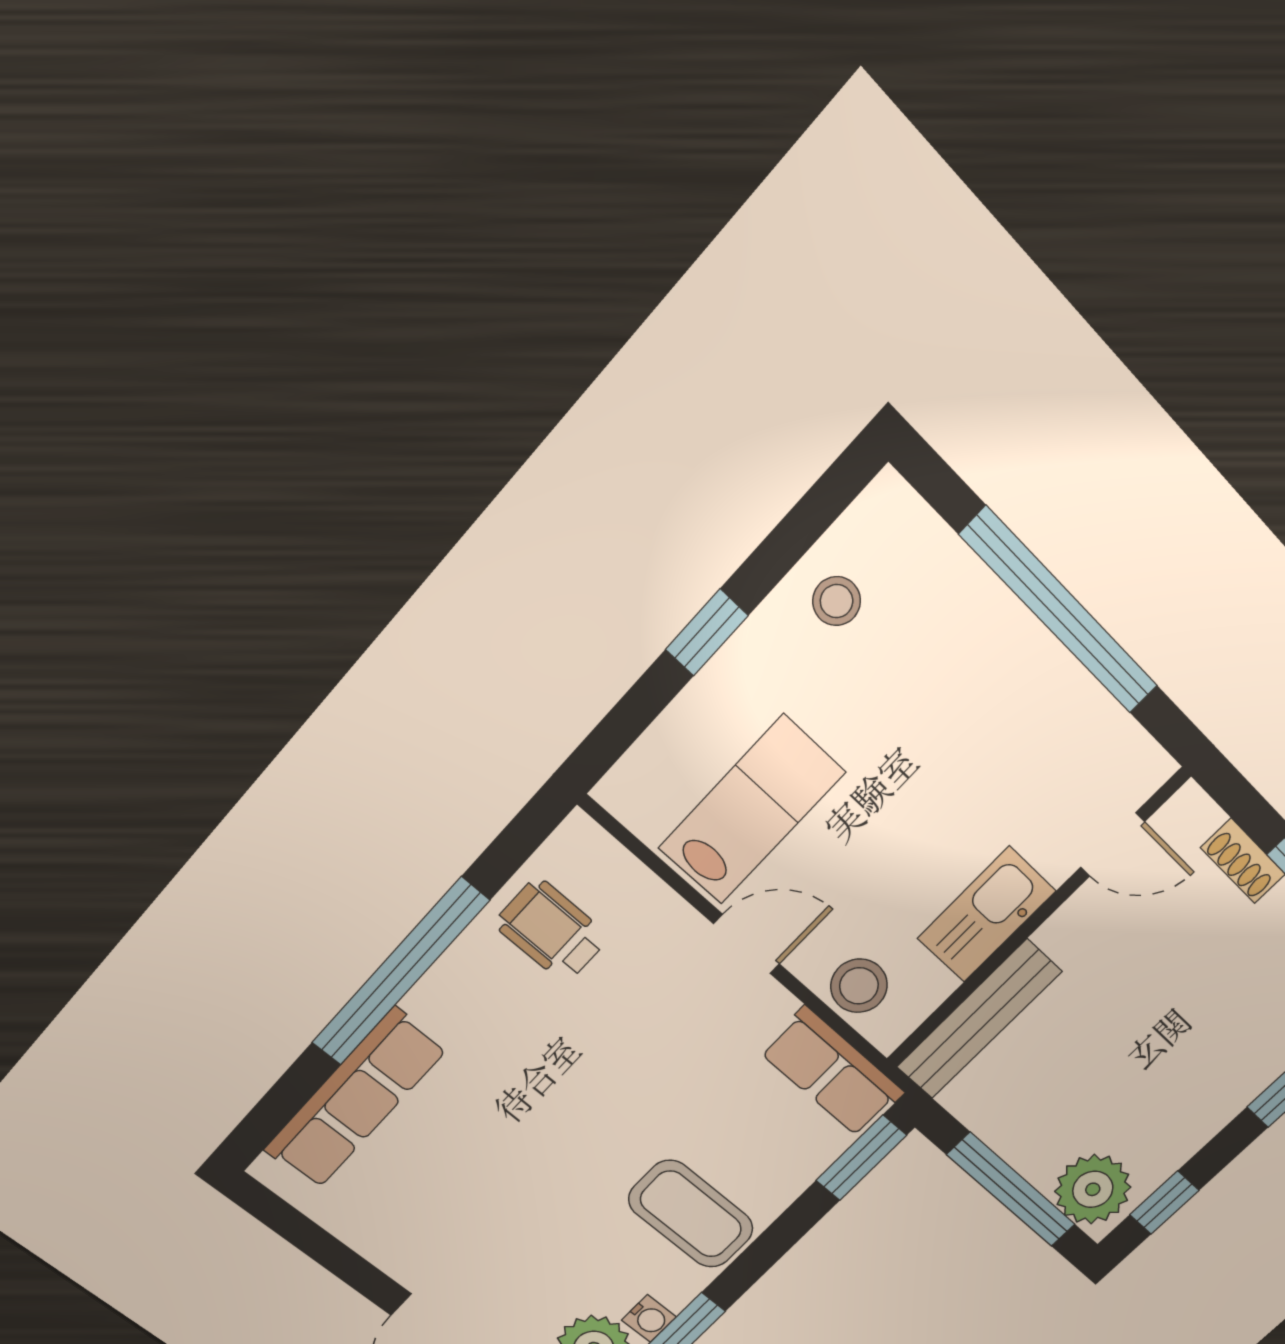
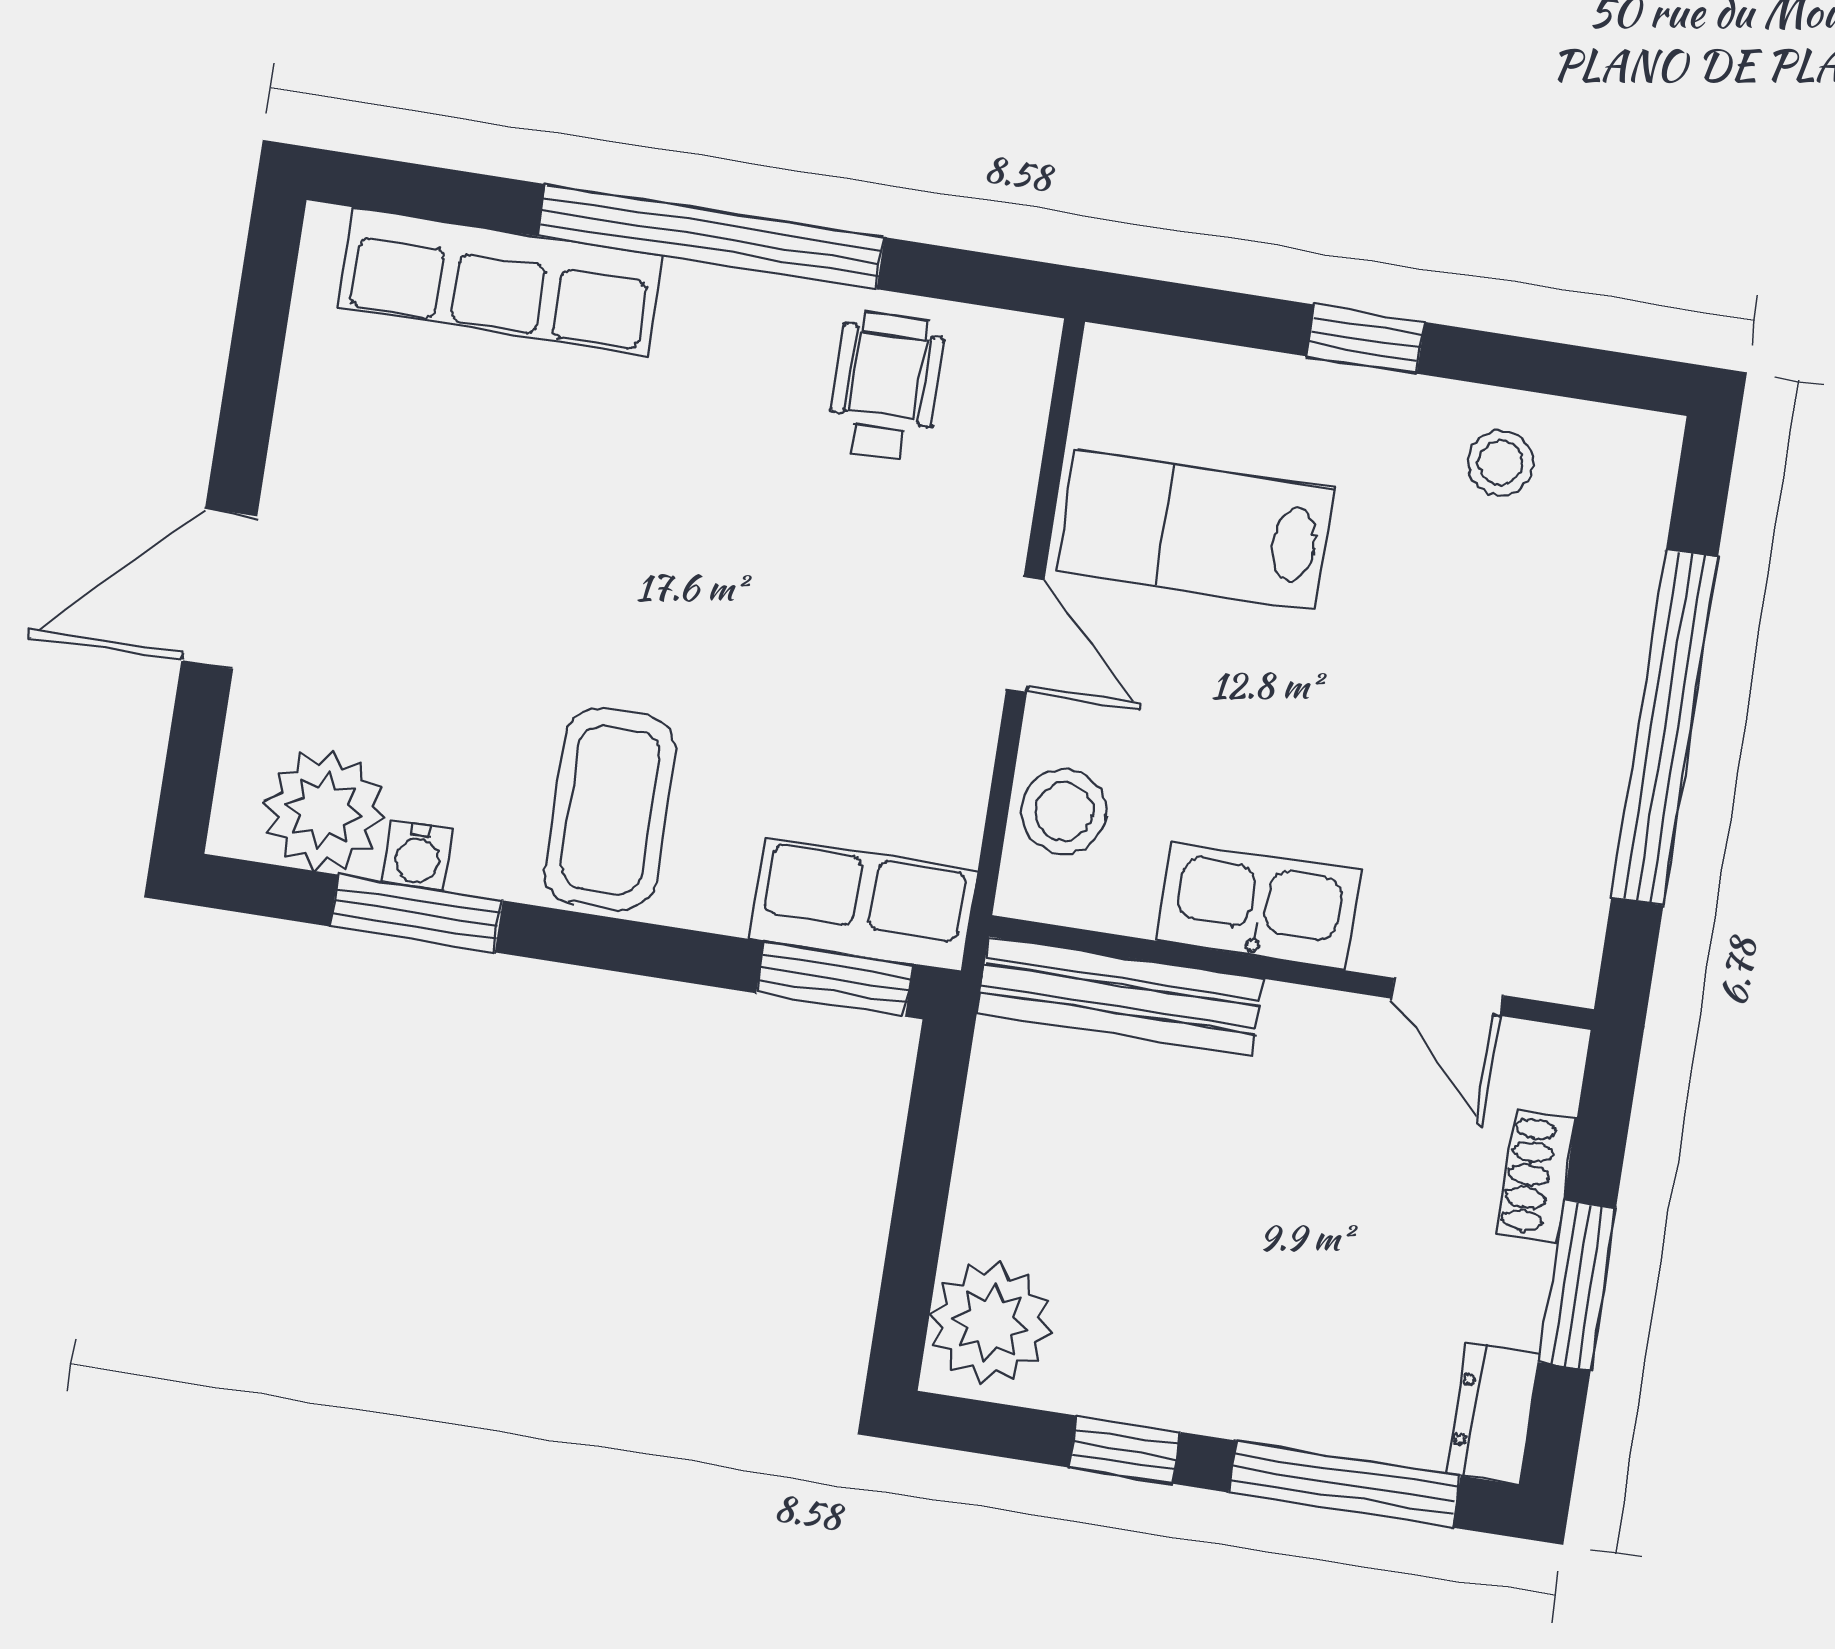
lab bench: (752, 810) -> (1195, 529), turned 180
row of seats: (832, 1072) -> (864, 905), moved, turned 90
window: (1011, 1190) -> (919, 1213), removed
window: (1164, 1203) -> (1125, 1450), moved

